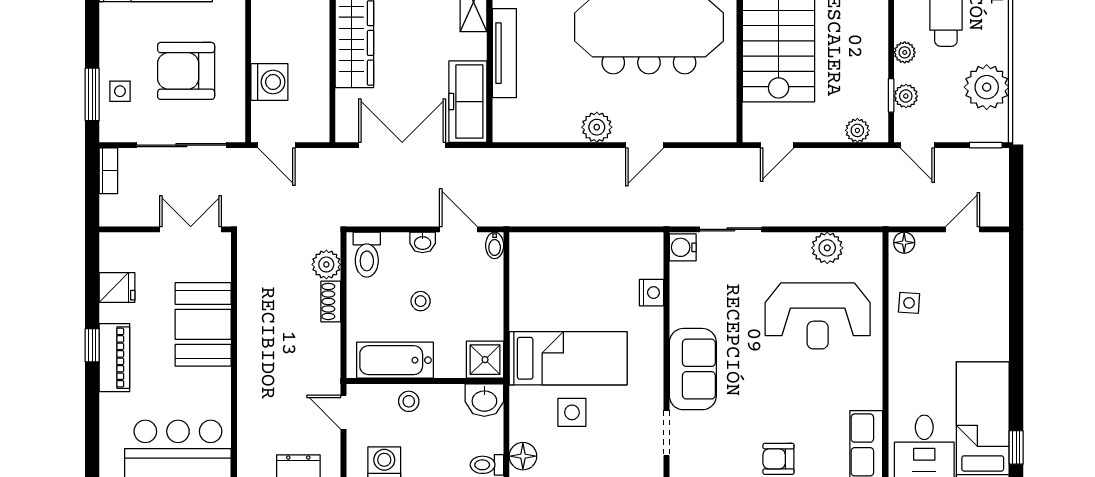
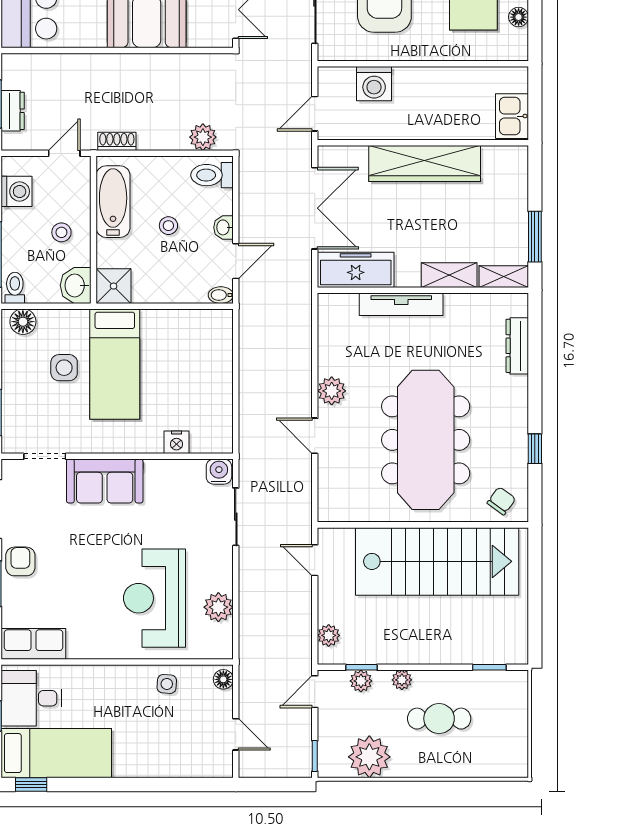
door: (277, 145) -> (315, 114), moved
shoe rack: (331, 301) -> (117, 141), moved
stool: (409, 401) -> (61, 232), moved

